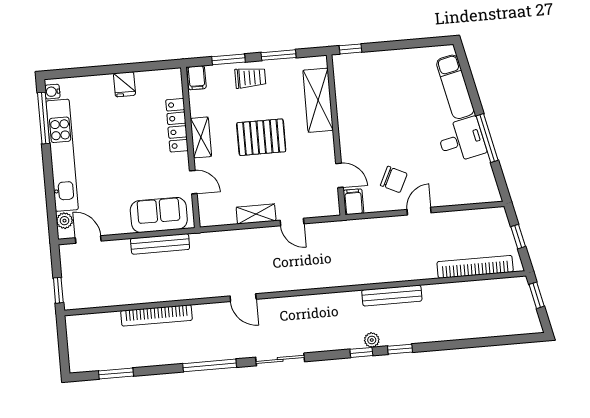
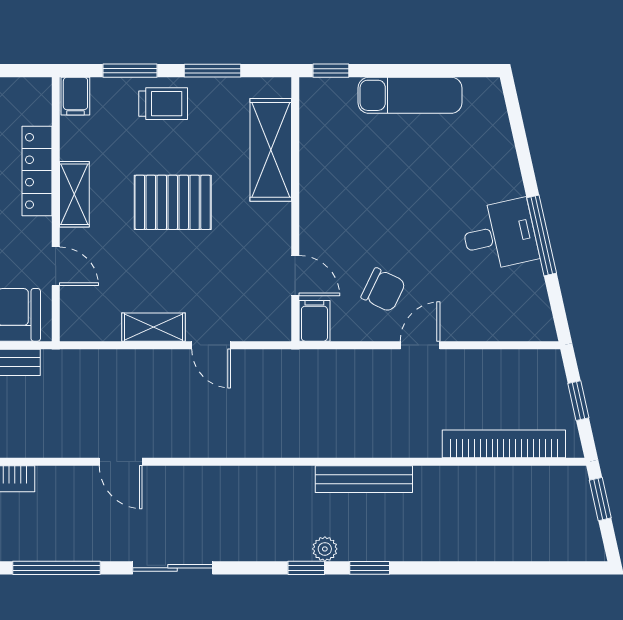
exam couch: (455, 87) -> (410, 95), moved, turned -77

